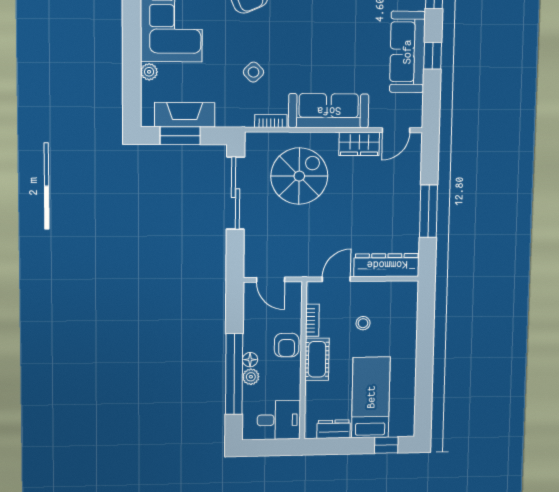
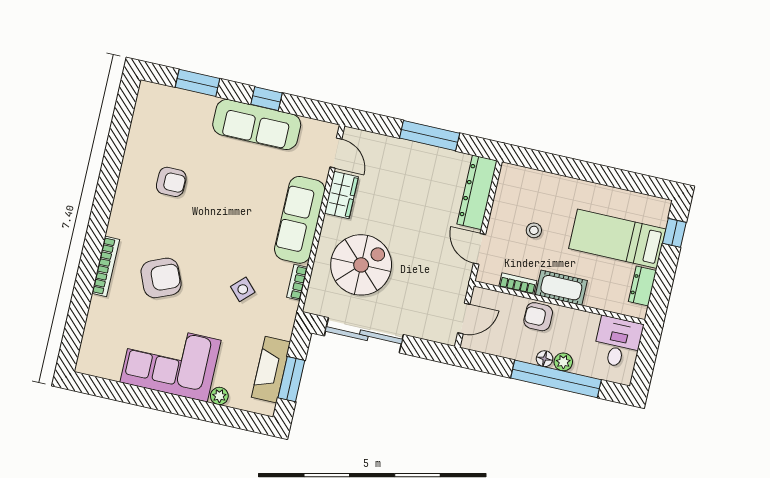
spiral stairs: (299, 176) -> (361, 265), turned 90
armchair: (287, 345) -> (538, 317), turned 180

